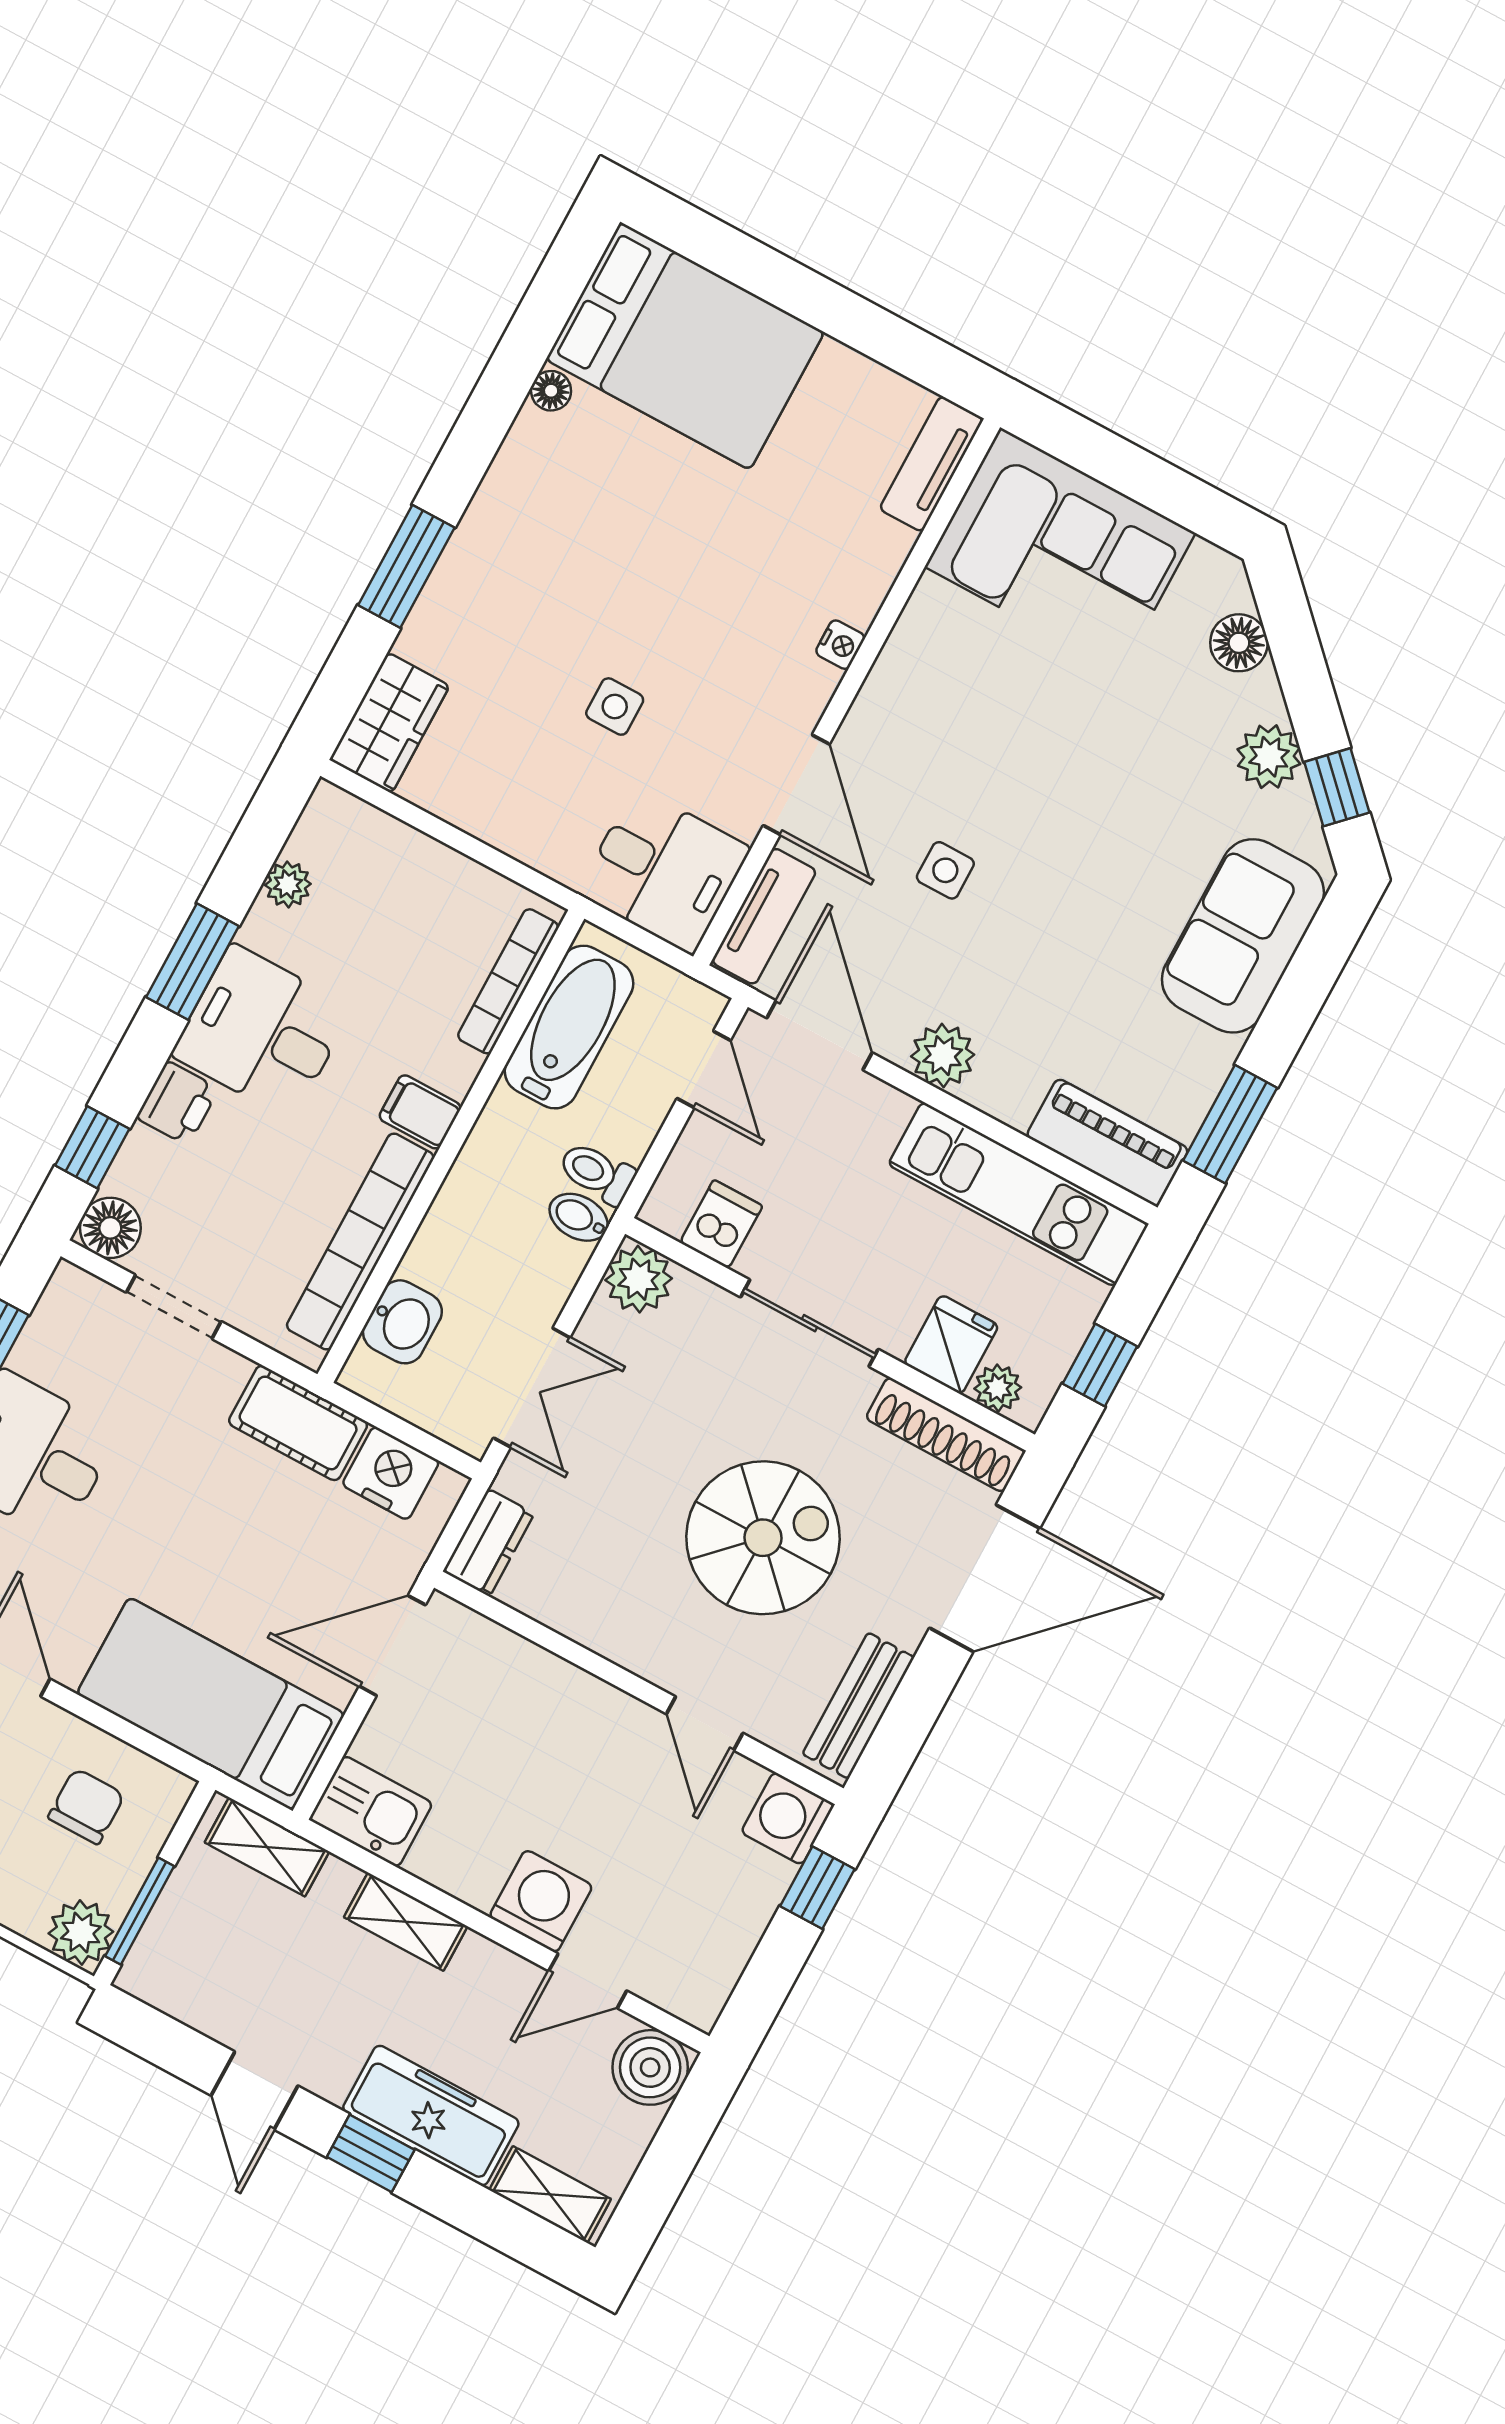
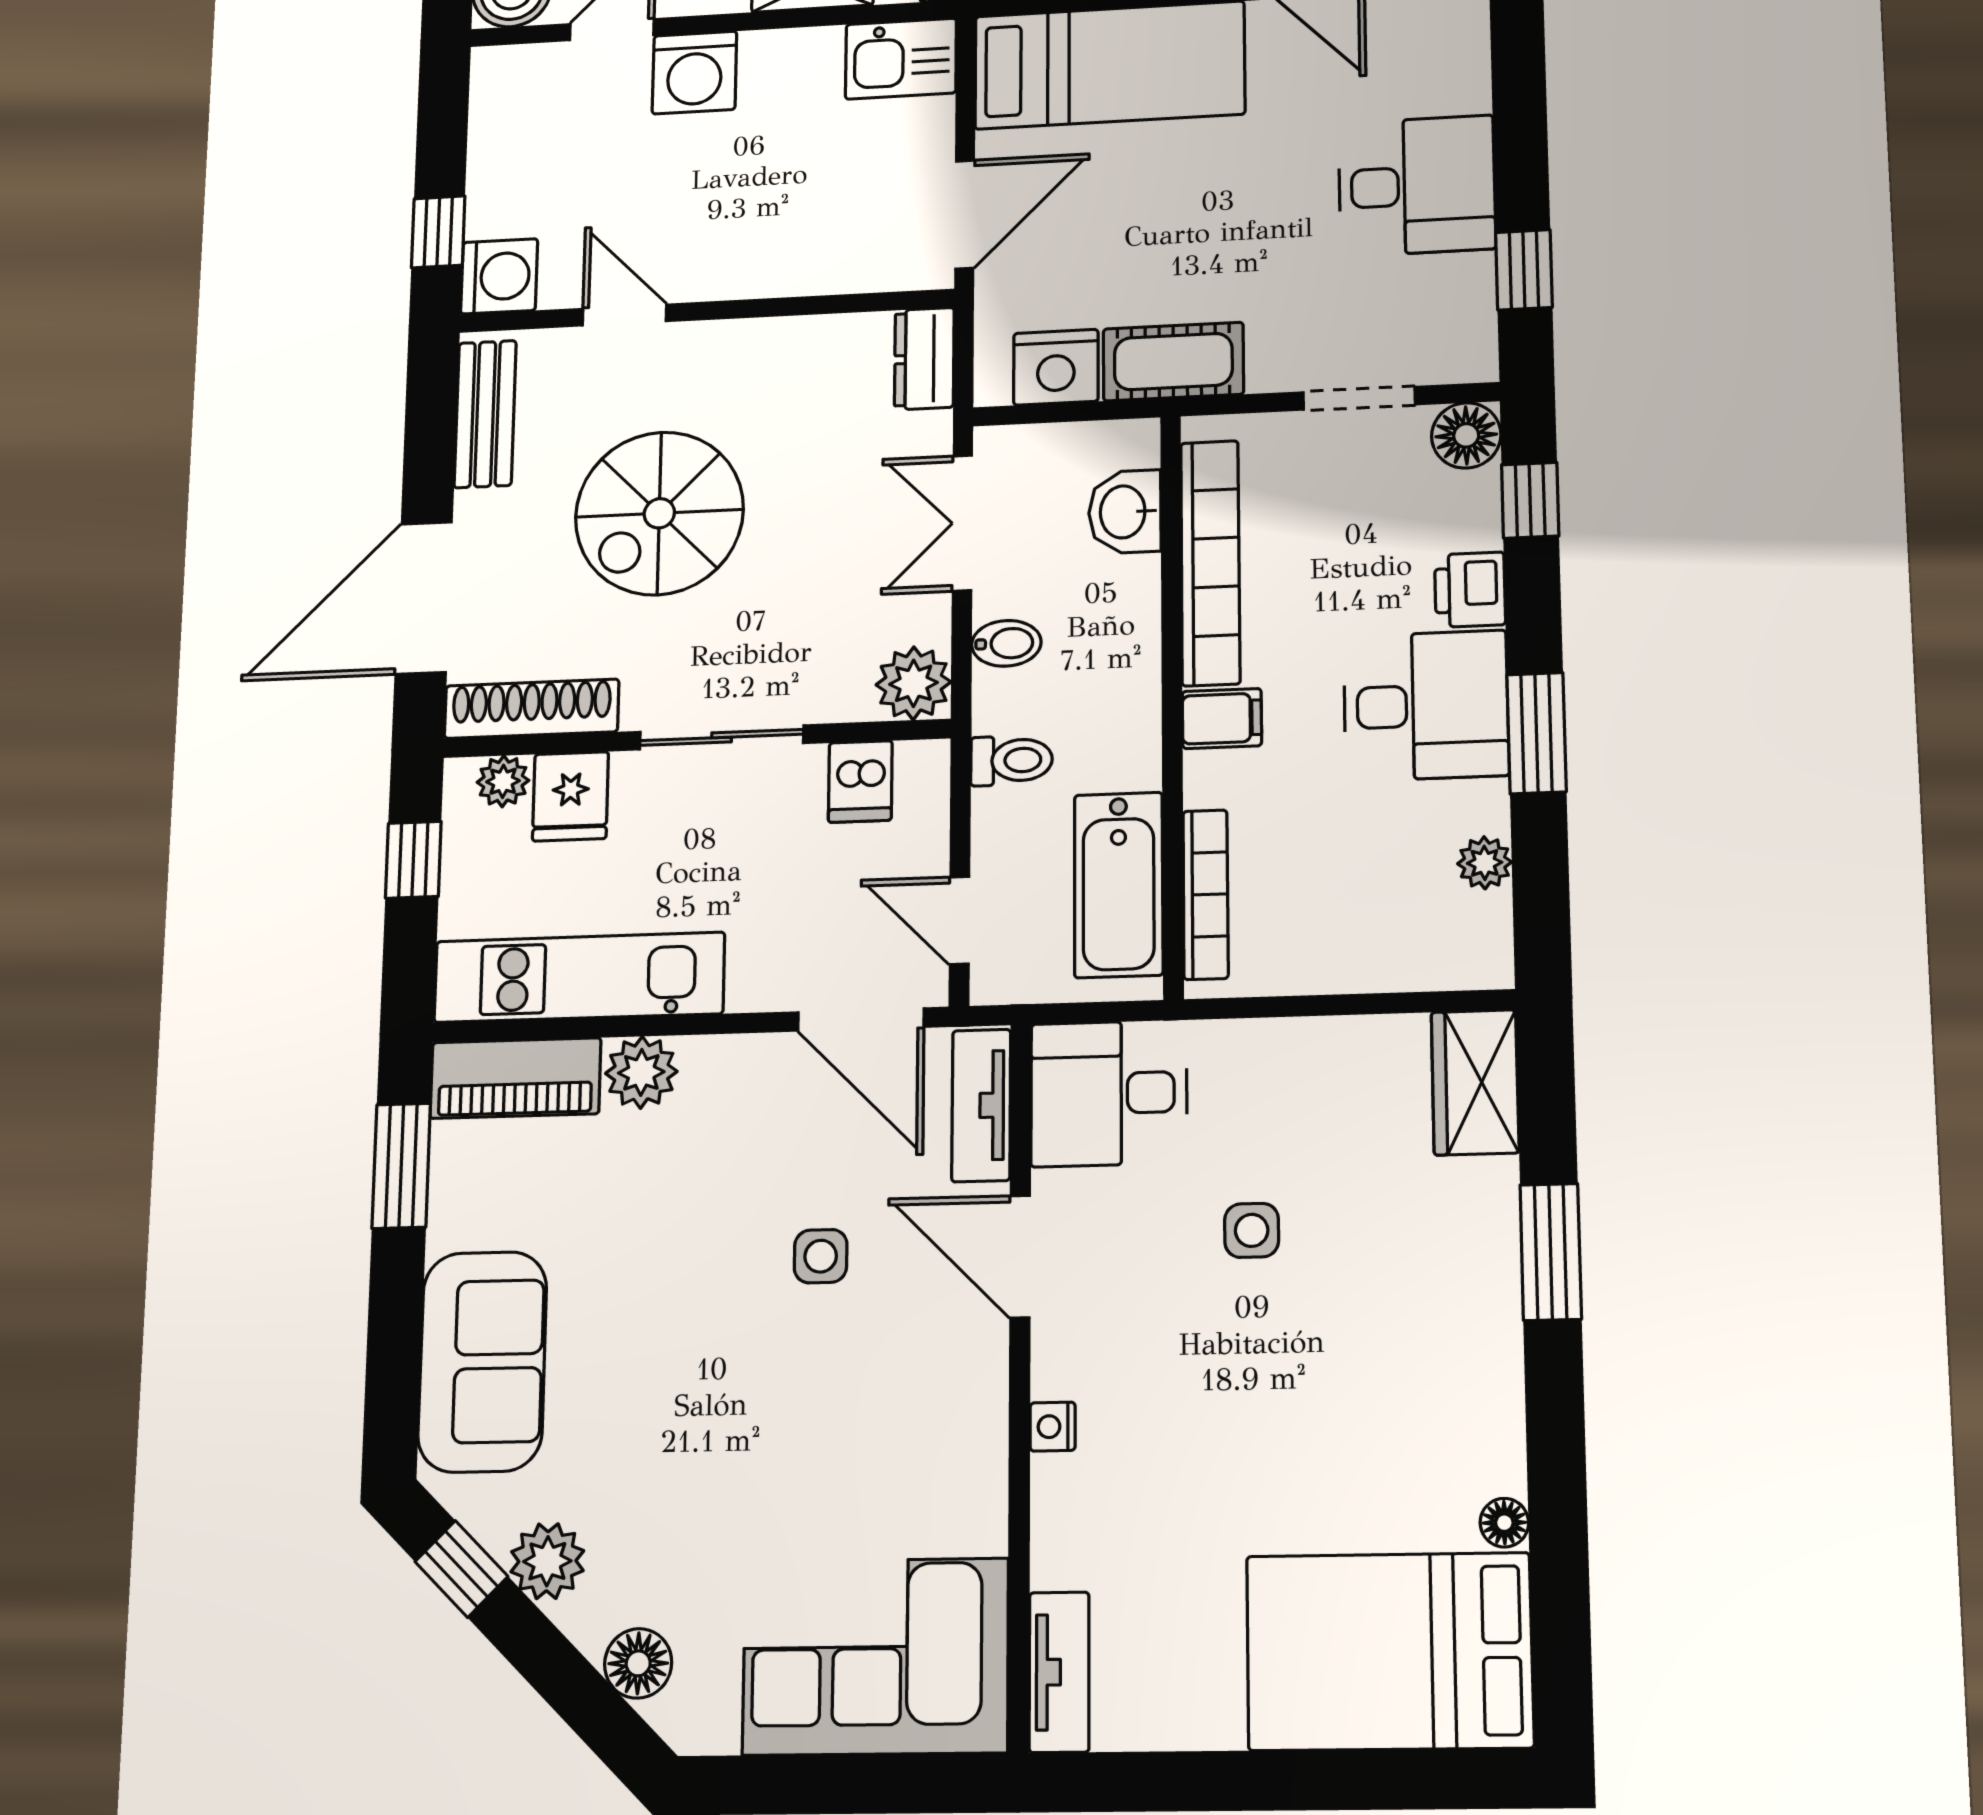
plant: (943, 1056) -> (641, 1072), moved
bidet: (579, 1217) -> (1006, 643), moved

